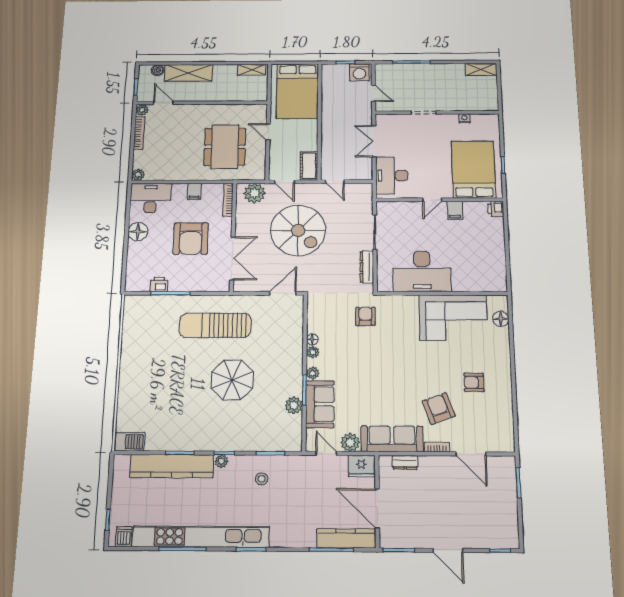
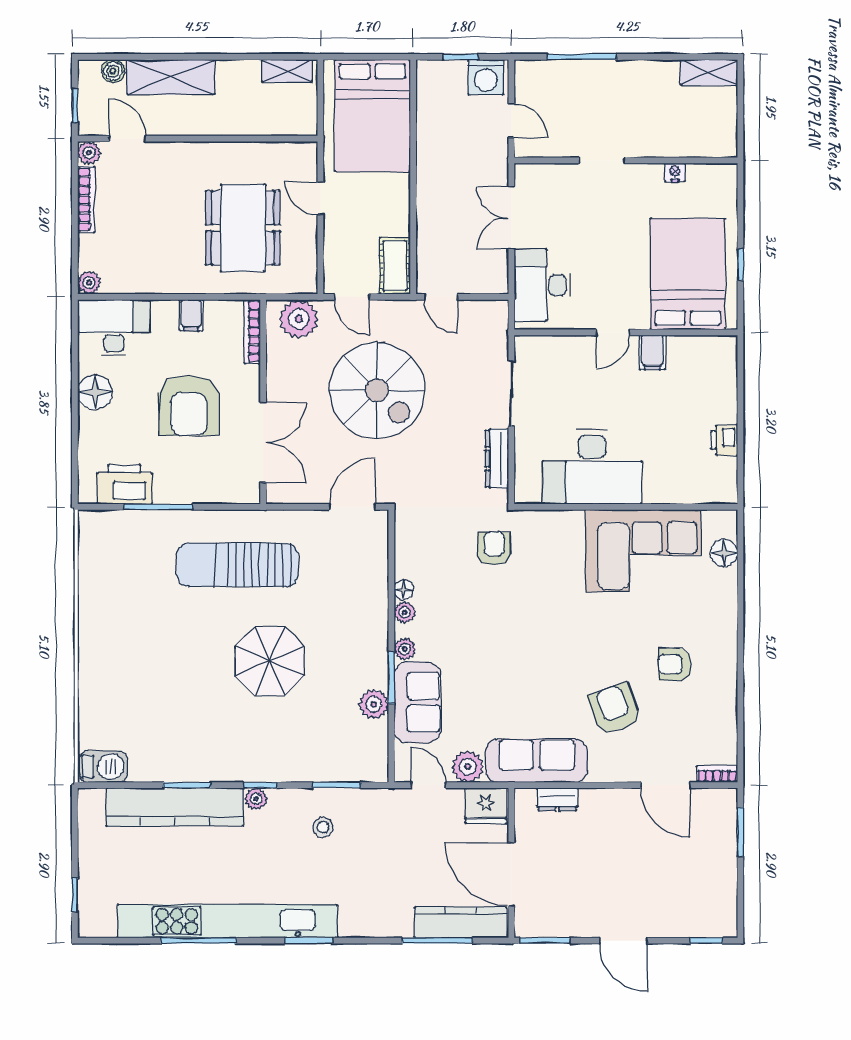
printer: (496, 209) -> (724, 440), moved
printer: (159, 285) -> (124, 484), width x1.87, depth x1.48
bookcase: (437, 447) -> (717, 774), moved
dishwasher: (124, 537) -> (103, 922), removed

